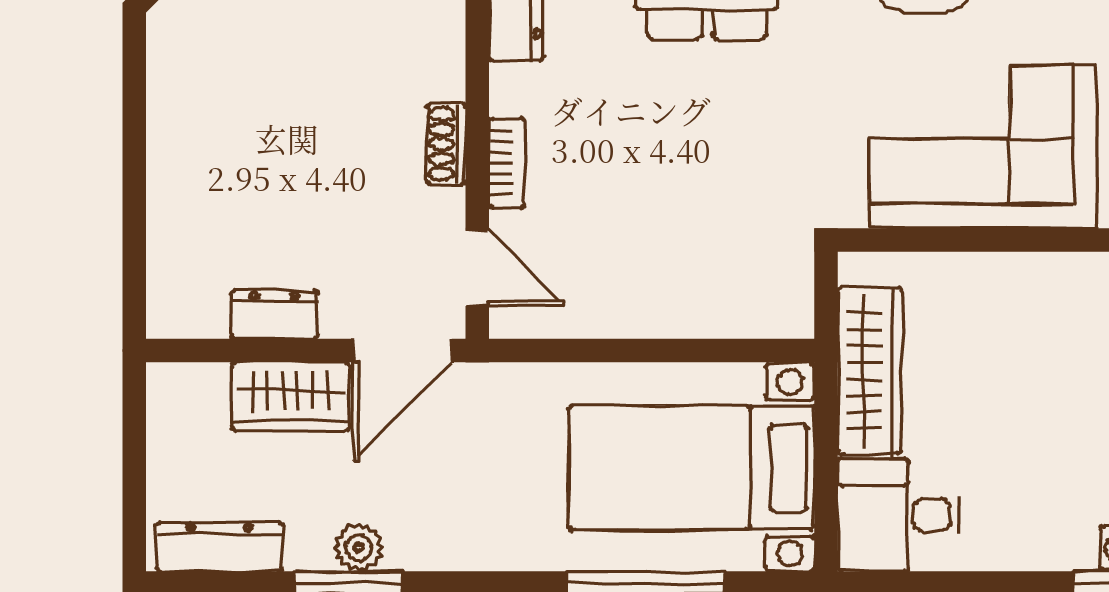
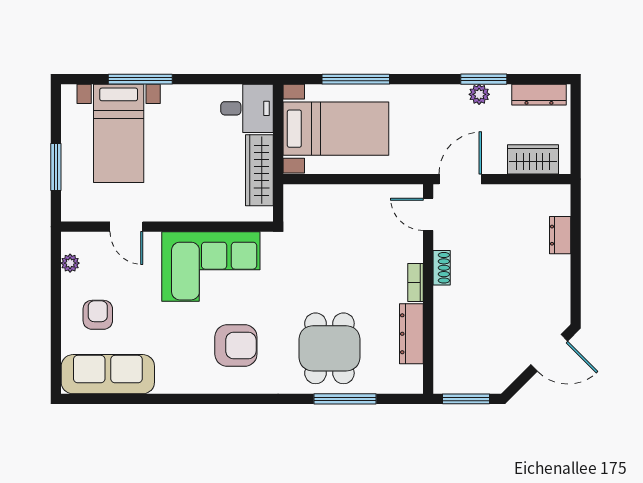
bookcase: (507, 163) -> (416, 283), moved
dresser: (274, 314) -> (560, 235), moved, turned 90
wardrobe: (290, 396) -> (533, 159), moved

